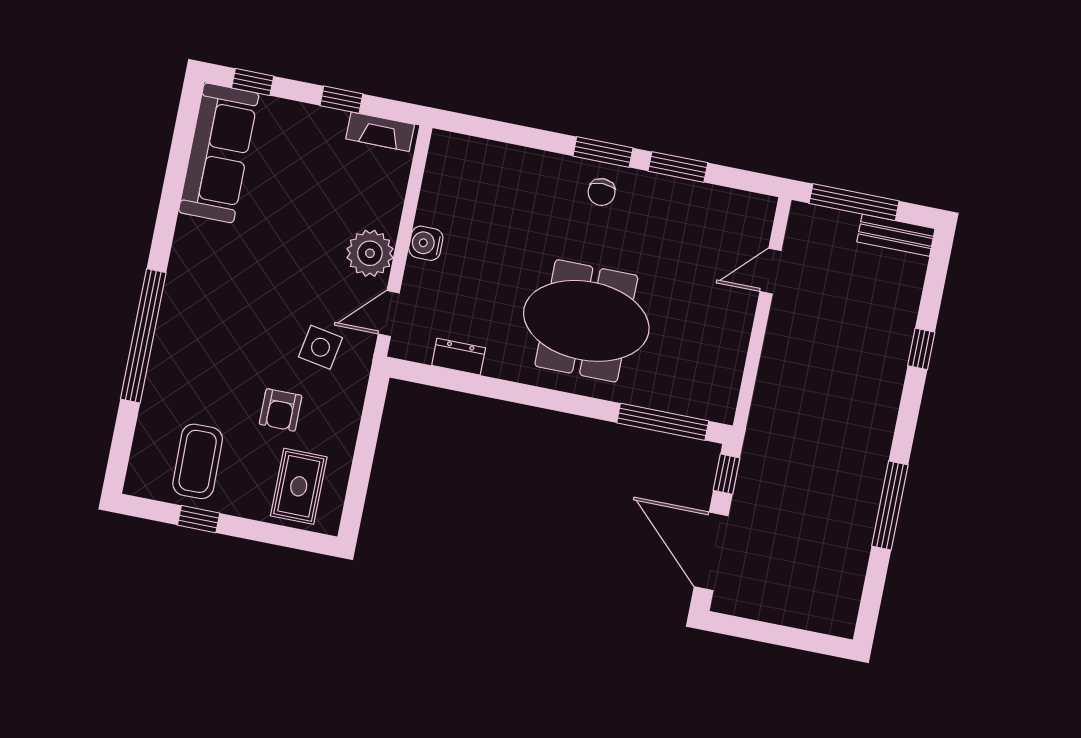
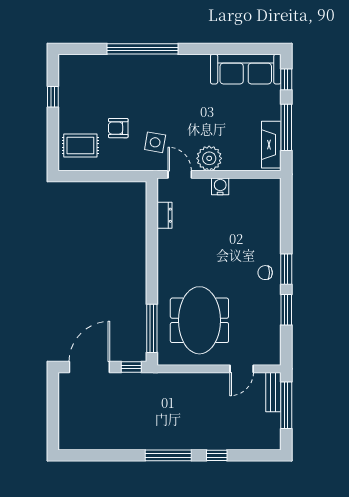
window: (341, 100) -> (286, 127), width x2.17
fireplace: (380, 132) -> (271, 145), width x1.37, depth x1.32
bench: (896, 235) -> (273, 392), moved
door: (770, 271) -> (242, 369), swing flipped
meeting table: (586, 321) -> (199, 320), moved
coffee table: (198, 461) -> (83, 90), removed
window: (890, 506) -> (168, 455), moved

